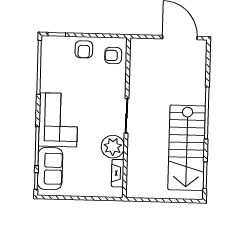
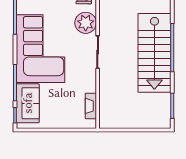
corner sofa: (58, 120) -> (41, 49), width x1.36, depth x1.36
plant: (113, 147) -> (86, 23), moved
stairs: (187, 148) -> (154, 53), moved

